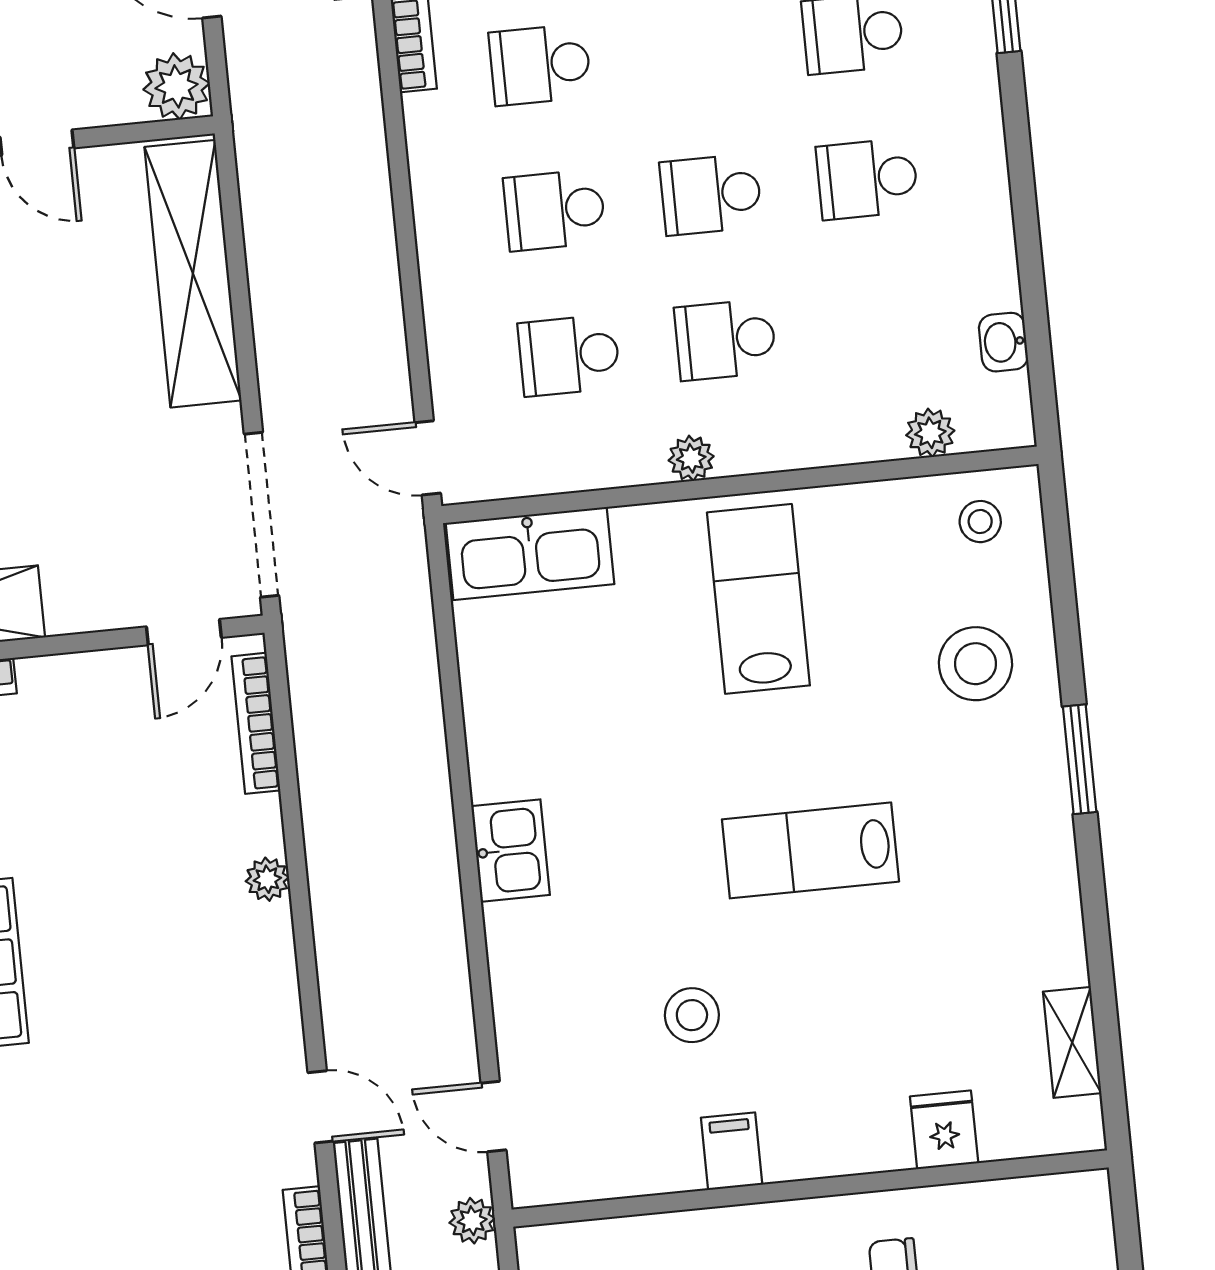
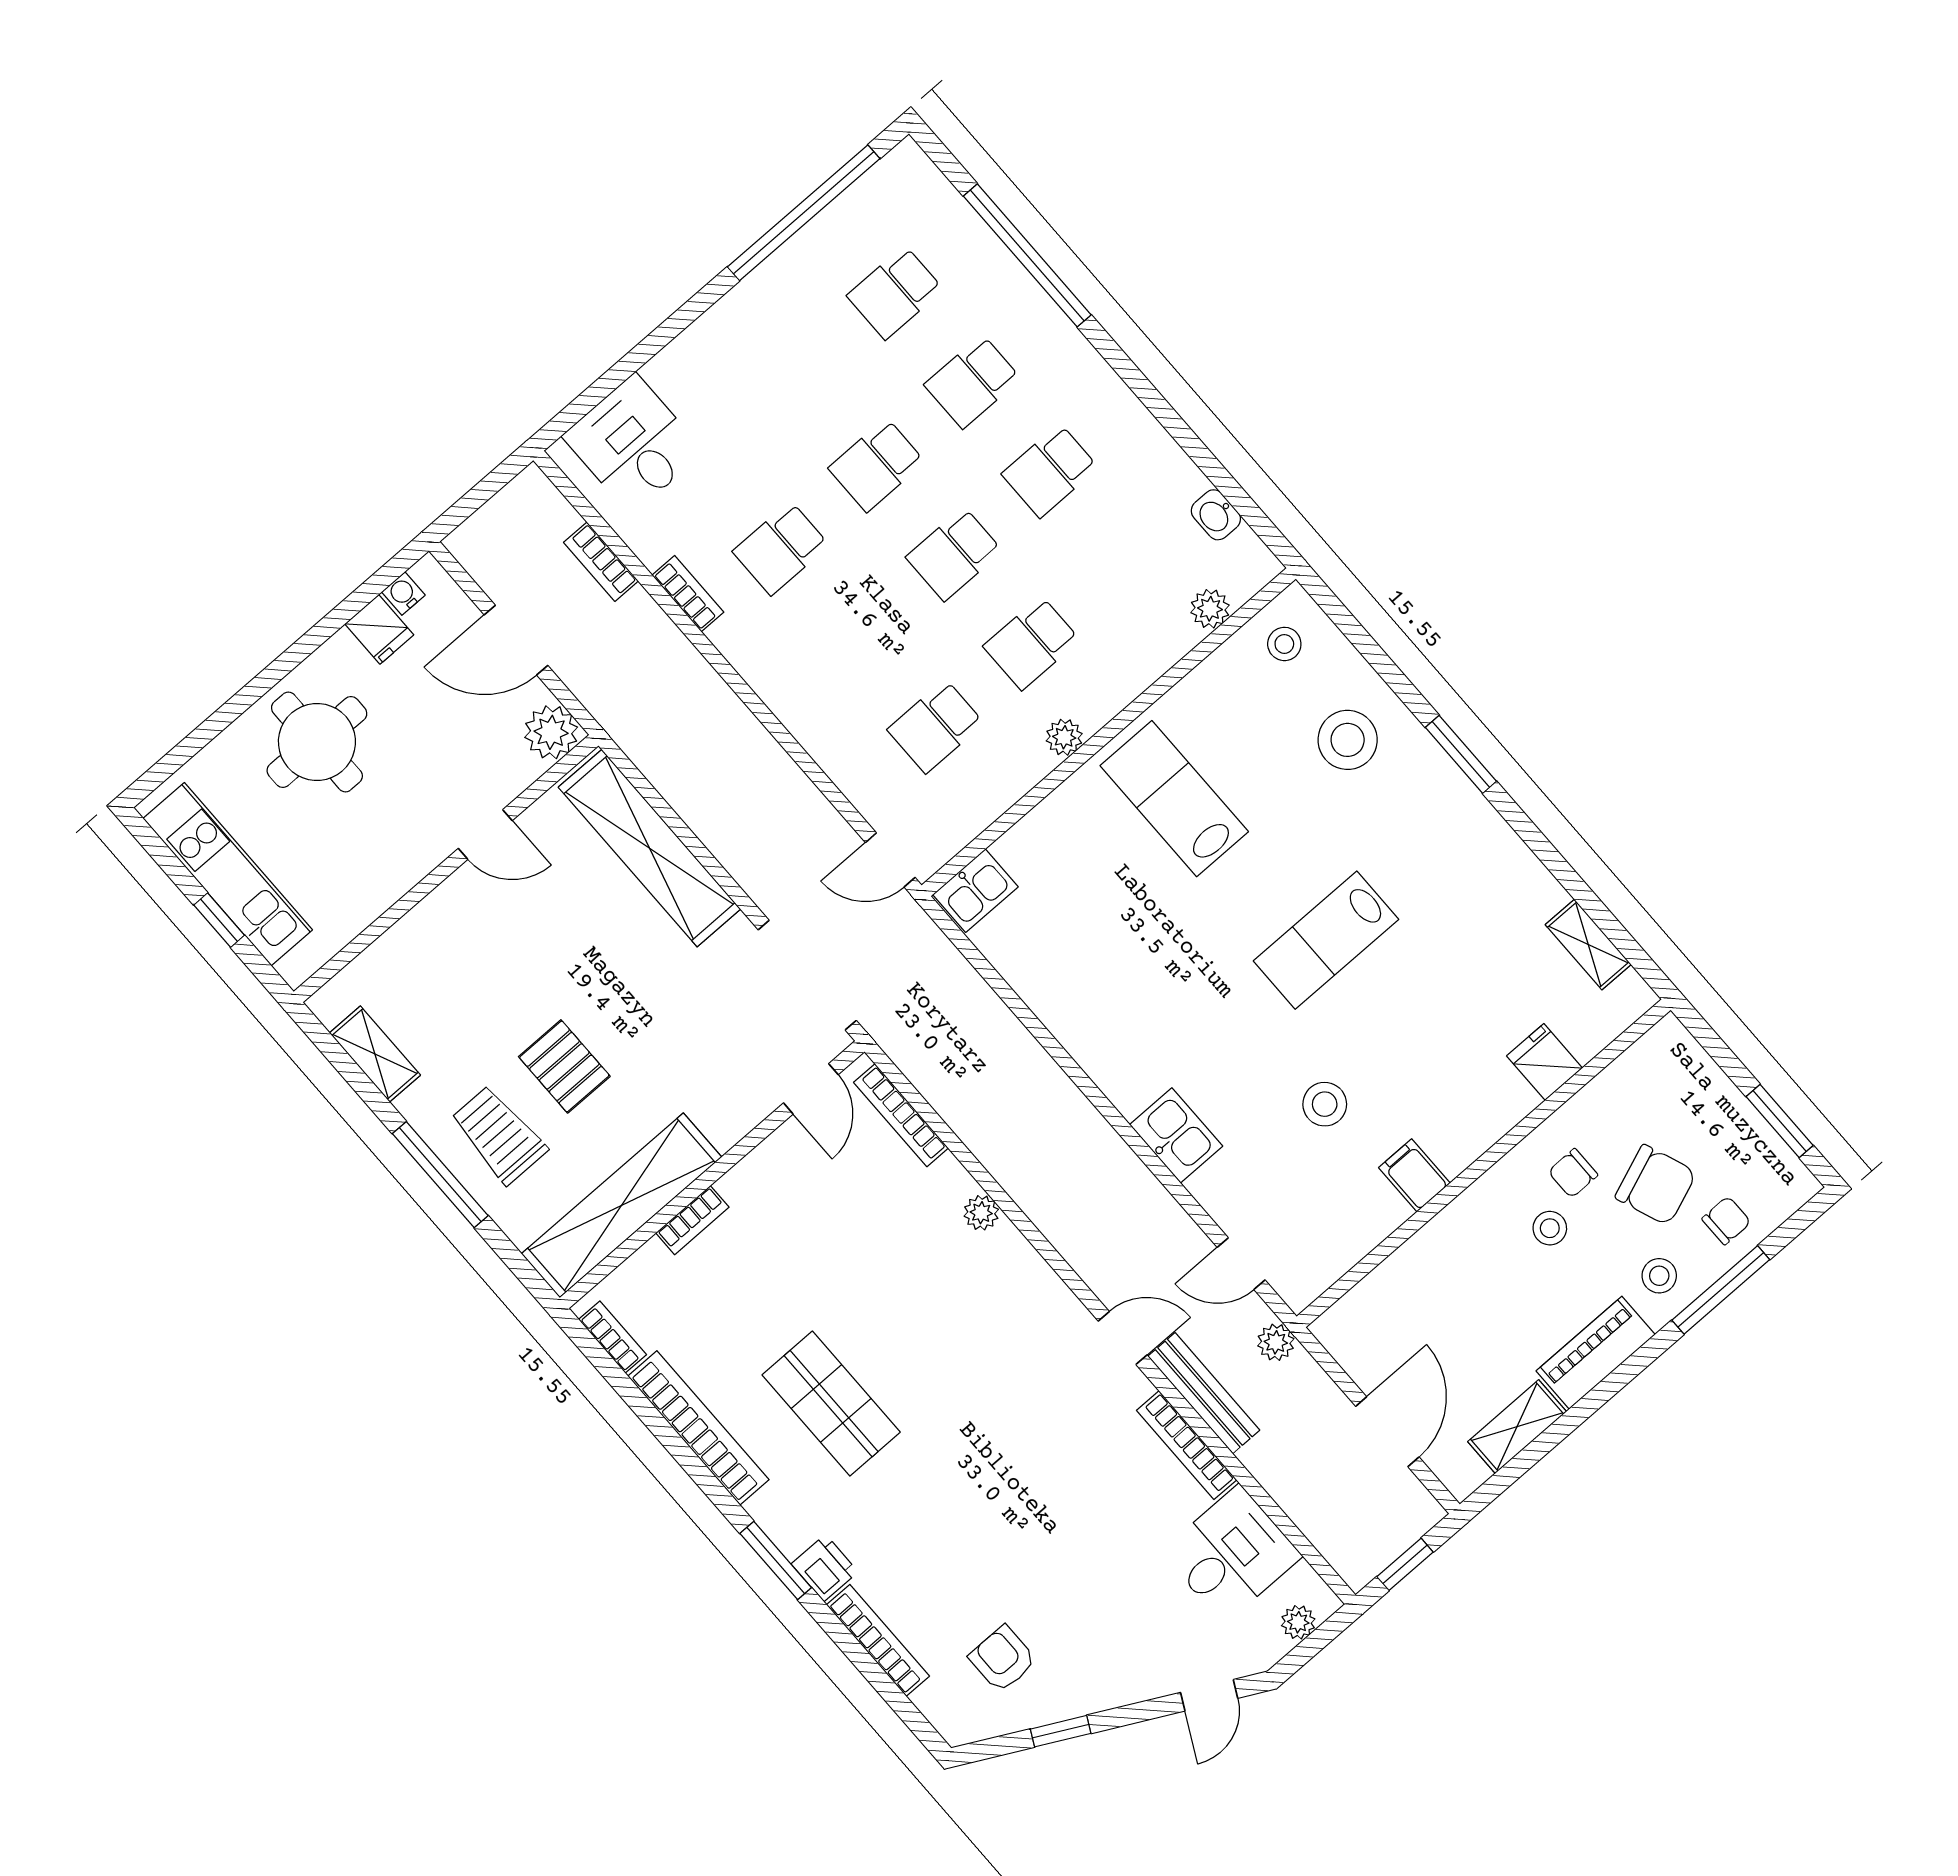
school desk: (555, 210) -> (877, 465), moved
kitchen sink: (530, 554) -> (975, 891), width x0.53, depth x0.81
kitchen sink: (511, 851) -> (1176, 1135), moved

